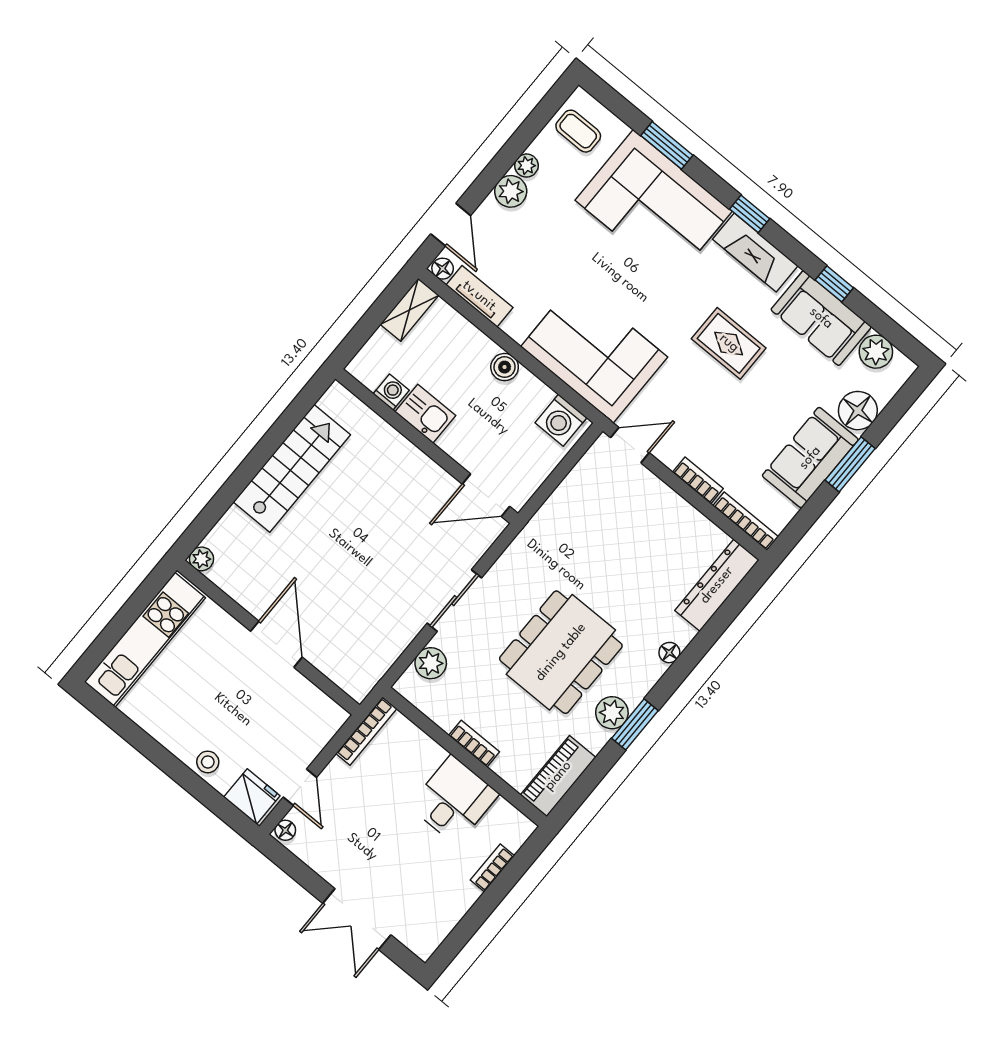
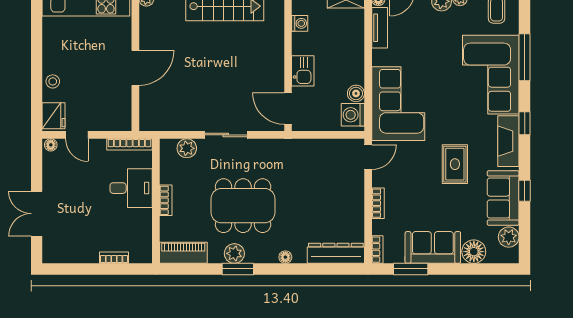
window: (667, 145) -> (525, 57), width x1.44
boiler: (505, 367) -> (356, 93), moved
kitchen sink: (425, 414) -> (303, 71), moved
door: (630, 445) -> (368, 157), hinge flipped
window: (850, 464) -> (411, 269), moved
bookcase: (746, 521) -> (377, 250), width x0.64
door: (300, 787) -> (77, 135), hinge flipped
desk: (454, 800) -> (131, 188), moved

